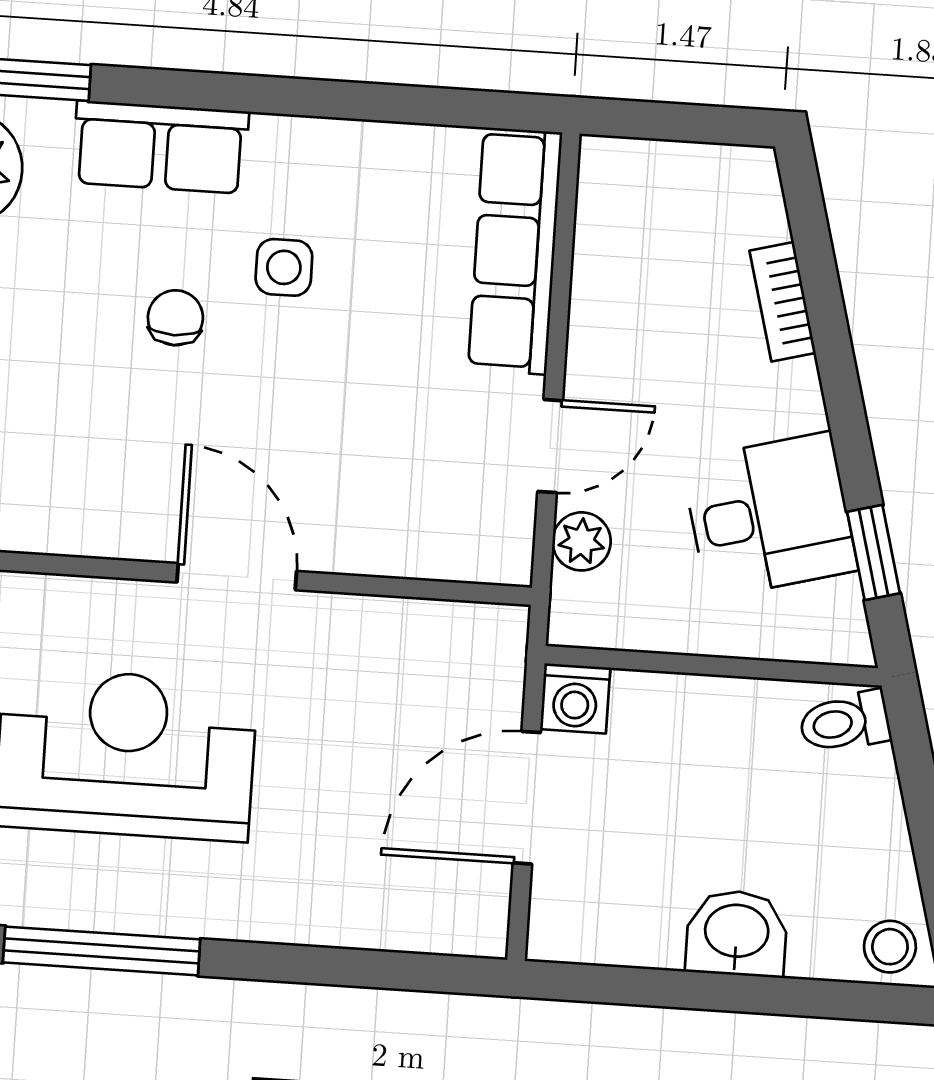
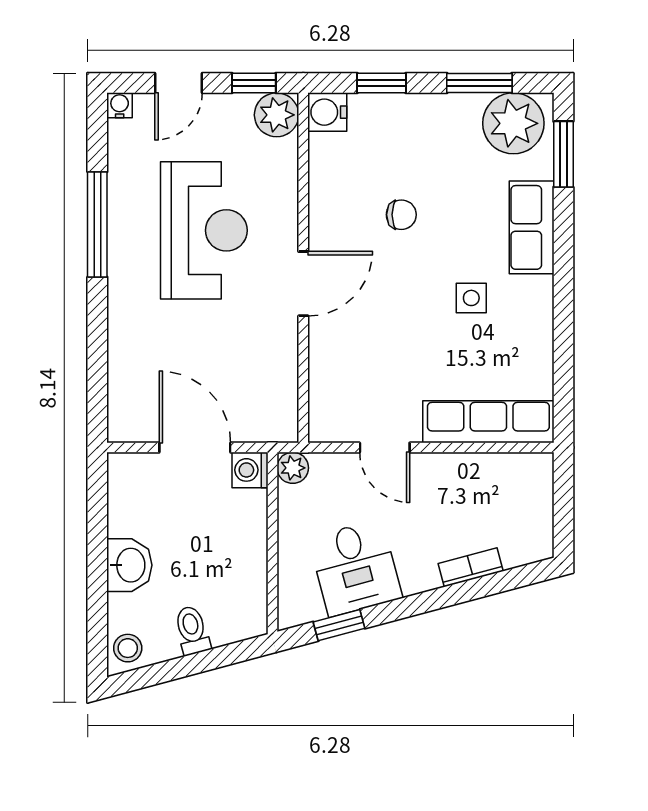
chair: (175, 318) -> (401, 215), moved
plant: (582, 541) -> (293, 468), moved
toilet: (845, 722) -> (192, 630), moved

